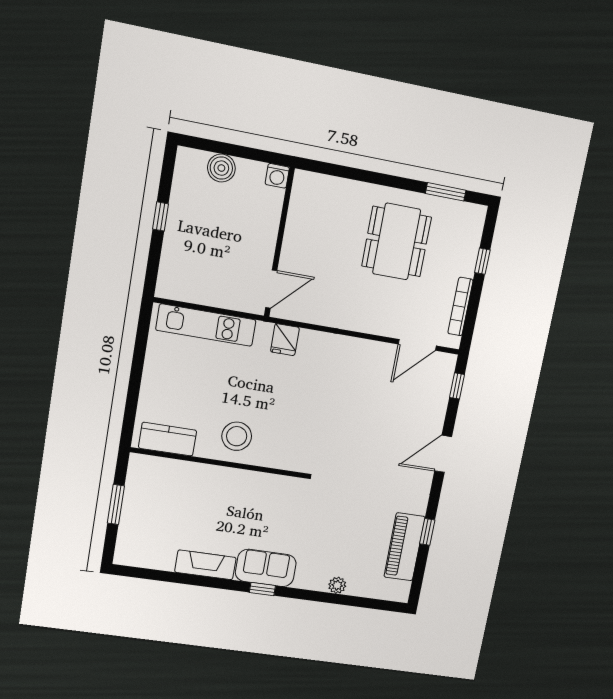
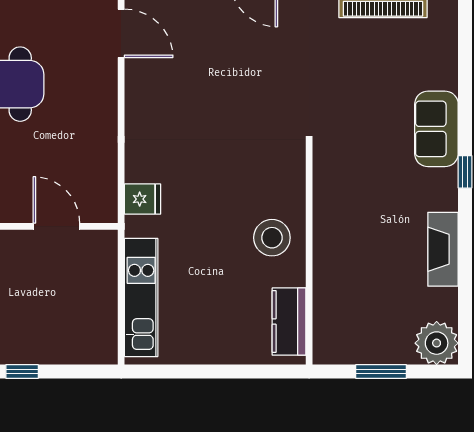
door: (271, 289) -> (56, 226), moved
sofa: (266, 568) -> (436, 129), moved
plant: (337, 585) -> (437, 343), moved, width x1.88, depth x1.88

